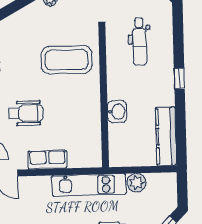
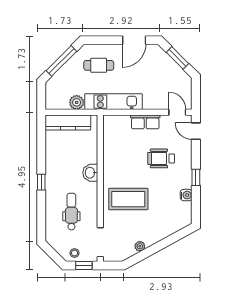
washbasin: (117, 112) -> (90, 173), moved
kitchen counter: (166, 136) -> (68, 122), moved, turned 90

